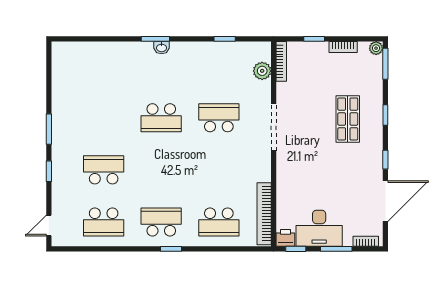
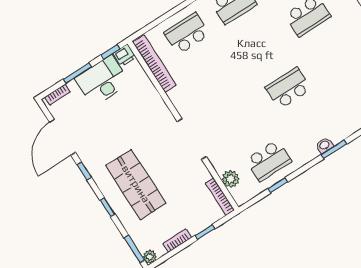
school desk: (219, 118) -> (268, 161), moved
shop shelf: (348, 119) -> (136, 184), width x1.43, depth x1.36

